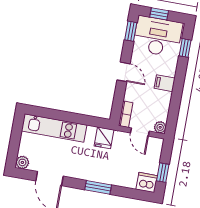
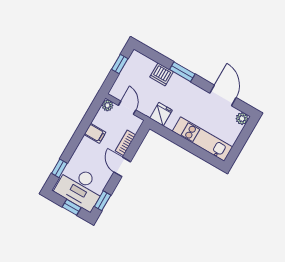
filing cabinet: (165, 83) -> (95, 133), moved
bookcase: (126, 114) -> (126, 143), moved
dishwasher: (147, 183) -> (162, 74), moved

